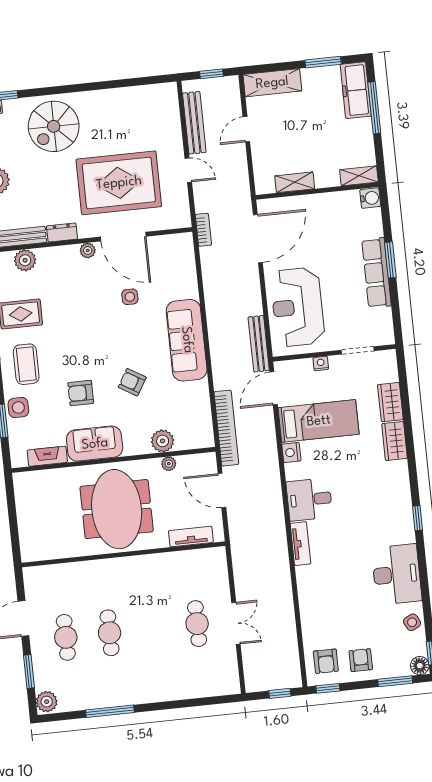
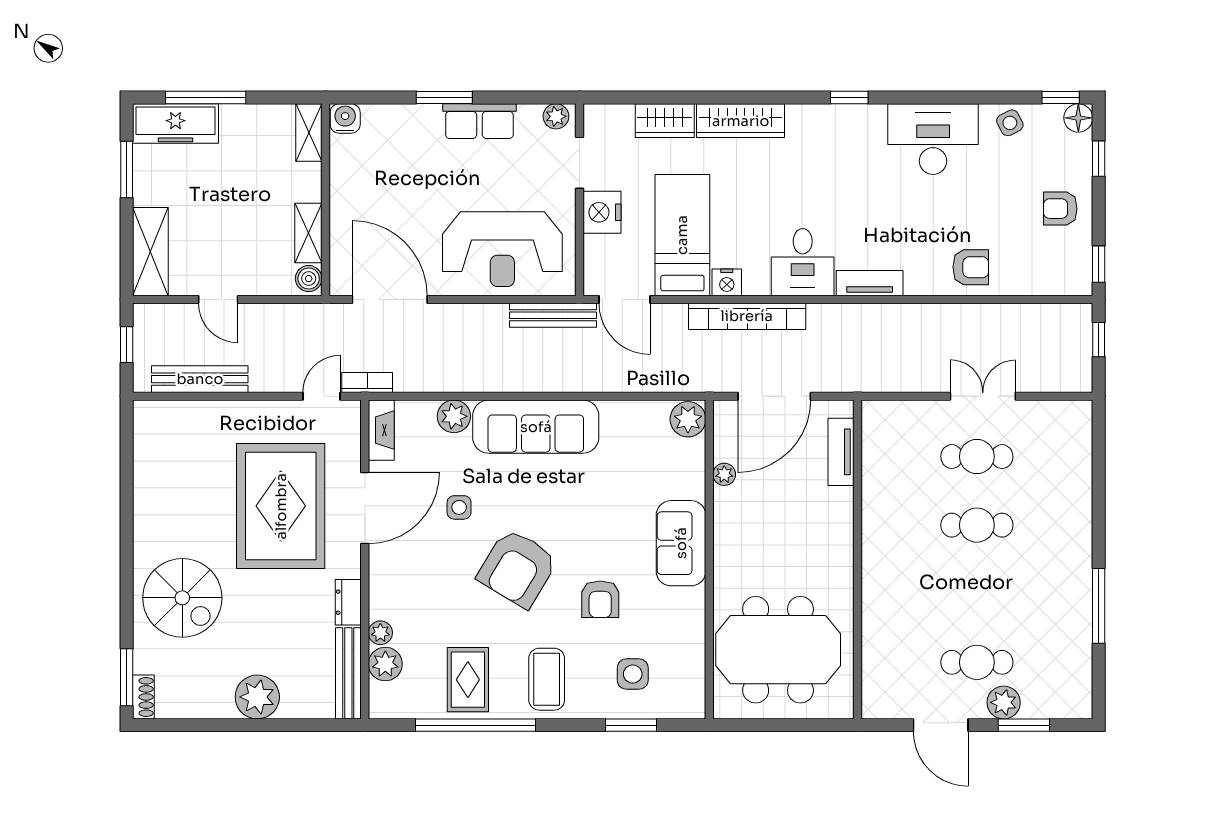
door: (188, 170) -> (322, 396), moved
boiler: (266, 186) -> (309, 279), added
plant: (88, 250) -> (380, 633), moved
row of seats: (376, 273) -> (479, 121), width x0.68
plant: (188, 287) -> (454, 416), added
plant: (386, 332) -> (556, 116), added
nightstand: (321, 363) -> (602, 212), width x1.89, depth x1.79
coffee table: (26, 364) -> (547, 679), turned 90
armchair: (132, 382) -> (517, 568), moved, width x1.88, depth x1.88
side table: (18, 407) -> (633, 674), moved
bookcase: (226, 428) -> (747, 316), moved, turned 180
plant: (163, 441) -> (688, 419), moved
wardrobe: (394, 441) -> (741, 121), width x1.50
sofa: (95, 444) -> (681, 543), moved
fireplace: (47, 456) -> (381, 430), moved, turned 180
door: (222, 490) -> (774, 396), width x1.36
meeting table: (117, 509) -> (778, 650), moved
cafe table: (110, 633) -> (977, 525), moved
armchair: (326, 661) -> (971, 267), moved
window: (395, 681) -> (1099, 159), width x0.67
plant: (47, 702) -> (1004, 702), moved

